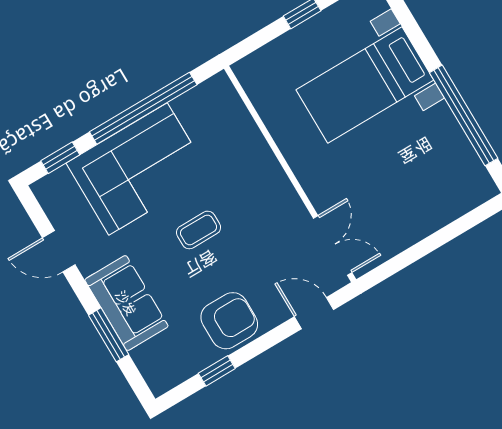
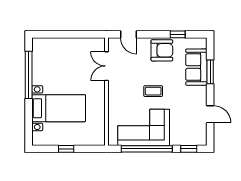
corner sofa: (138, 169) -> (144, 127), moved
double door: (333, 245) -> (106, 66), moved
sofa: (126, 303) -> (196, 67), moved
armchair: (229, 321) -> (162, 50), turned 180

